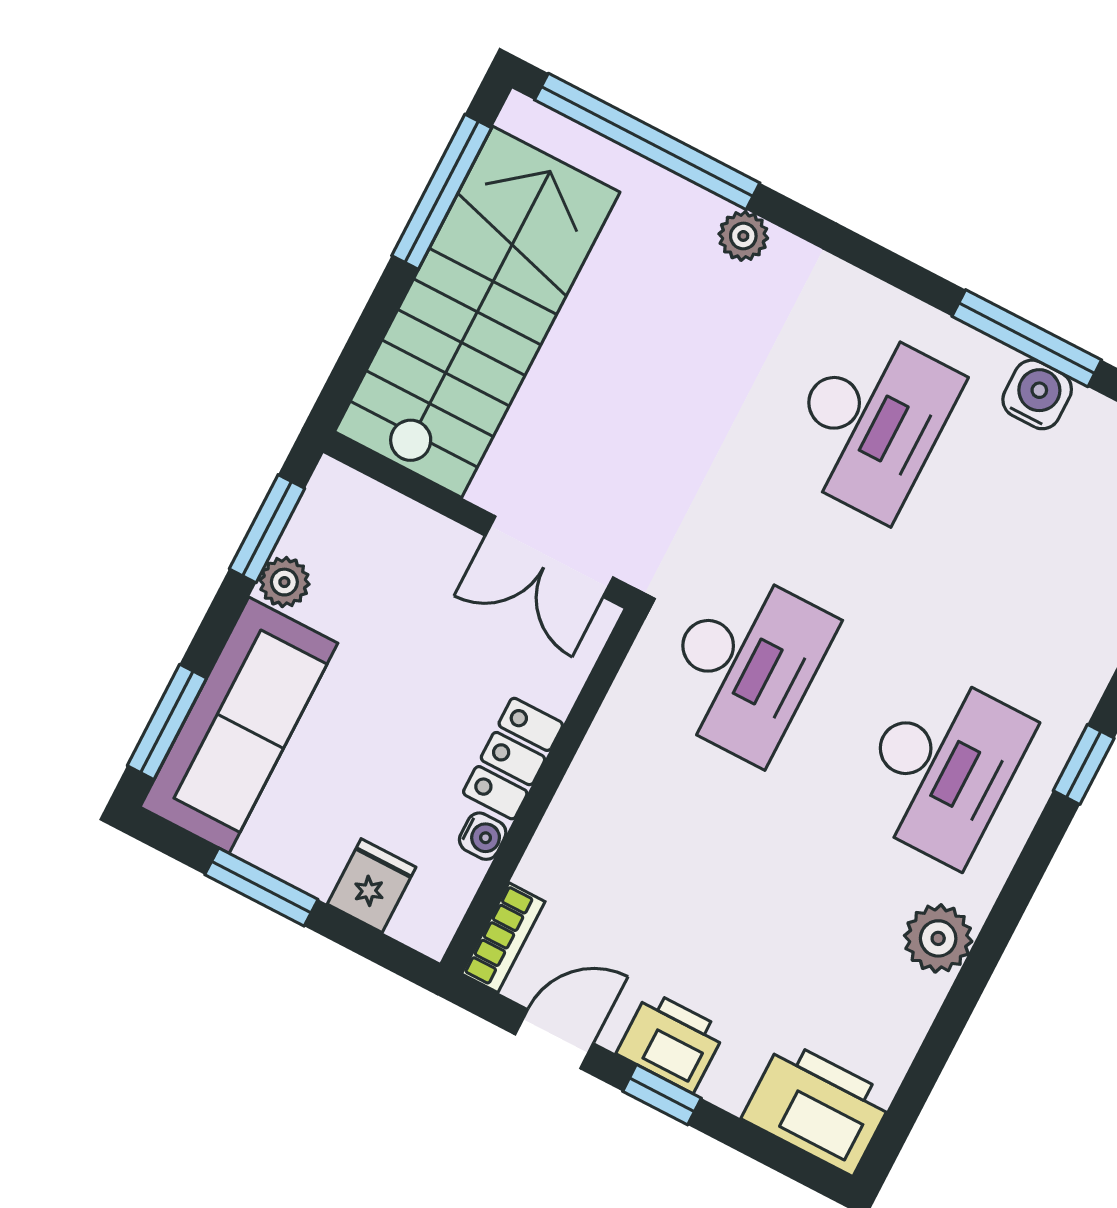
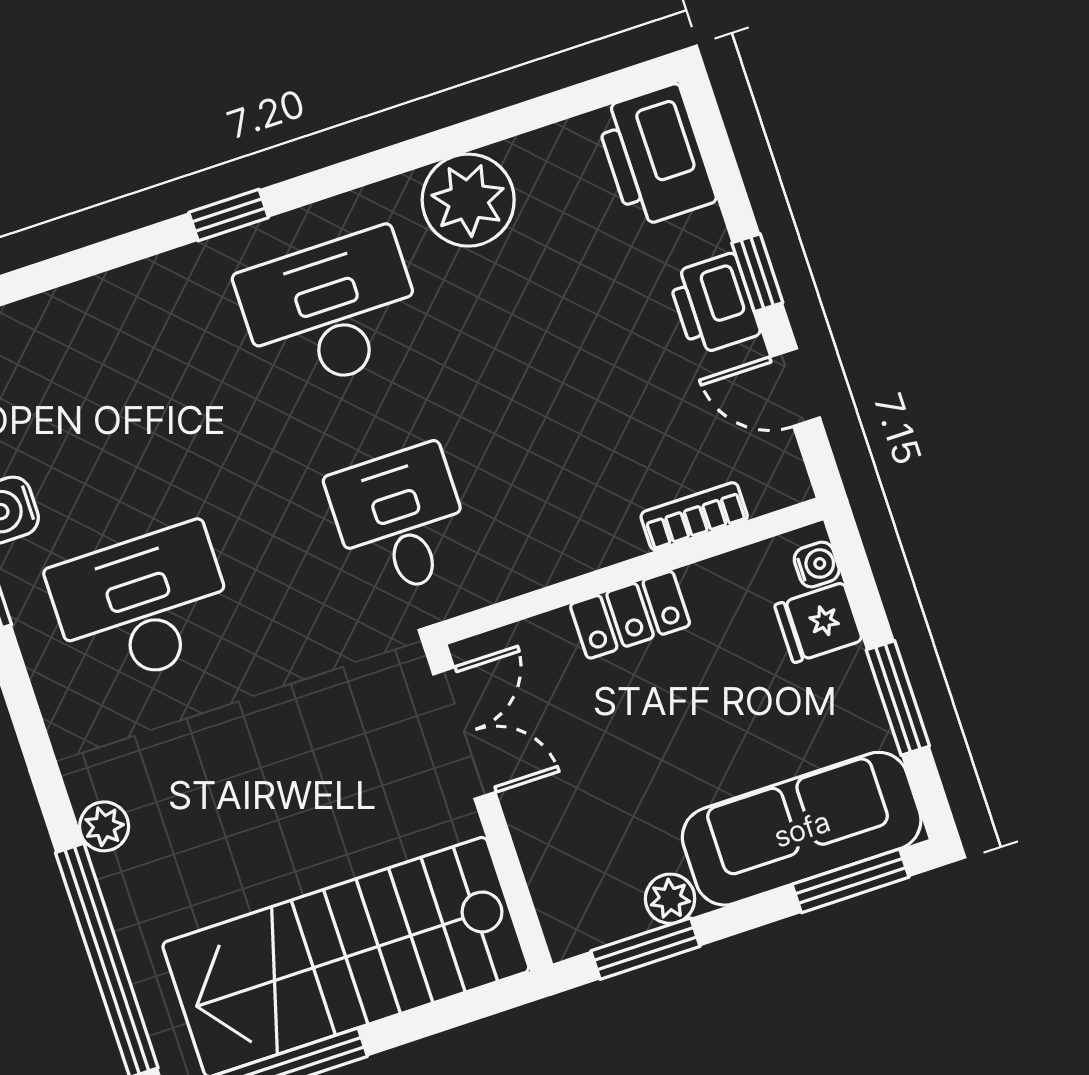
desk: (745, 665) -> (400, 521), width x0.73
water cooler: (483, 836) -> (817, 565), moved, turned 90
bookcase: (503, 938) -> (694, 516), moved
plant: (938, 938) -> (468, 200), width x1.36, depth x1.36

